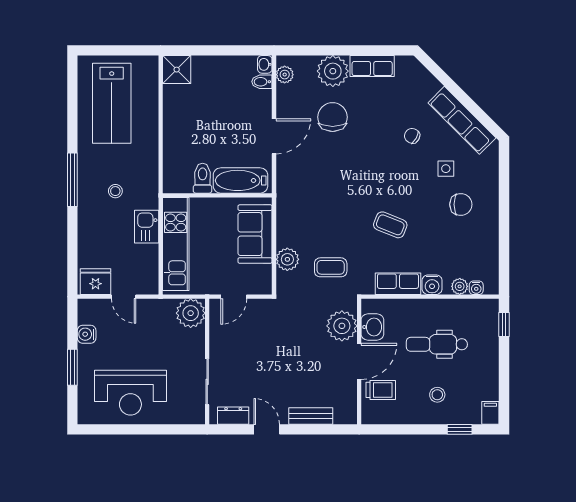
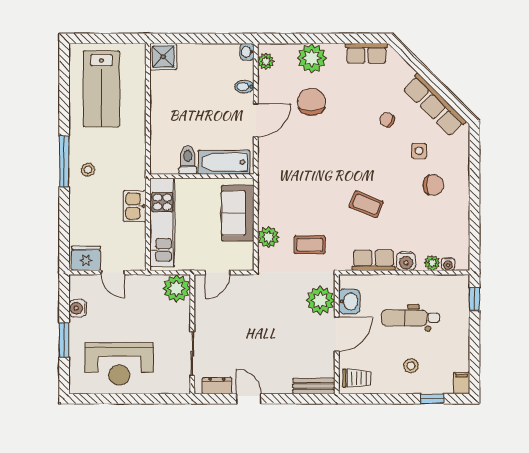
row of seats: (372, 66) -> (366, 53), moved
bidet: (262, 82) -> (244, 87), moved
stool: (115, 191) -> (88, 170), moved
trolley: (381, 390) -> (357, 378), moved
bench: (311, 416) -> (314, 386), moved

